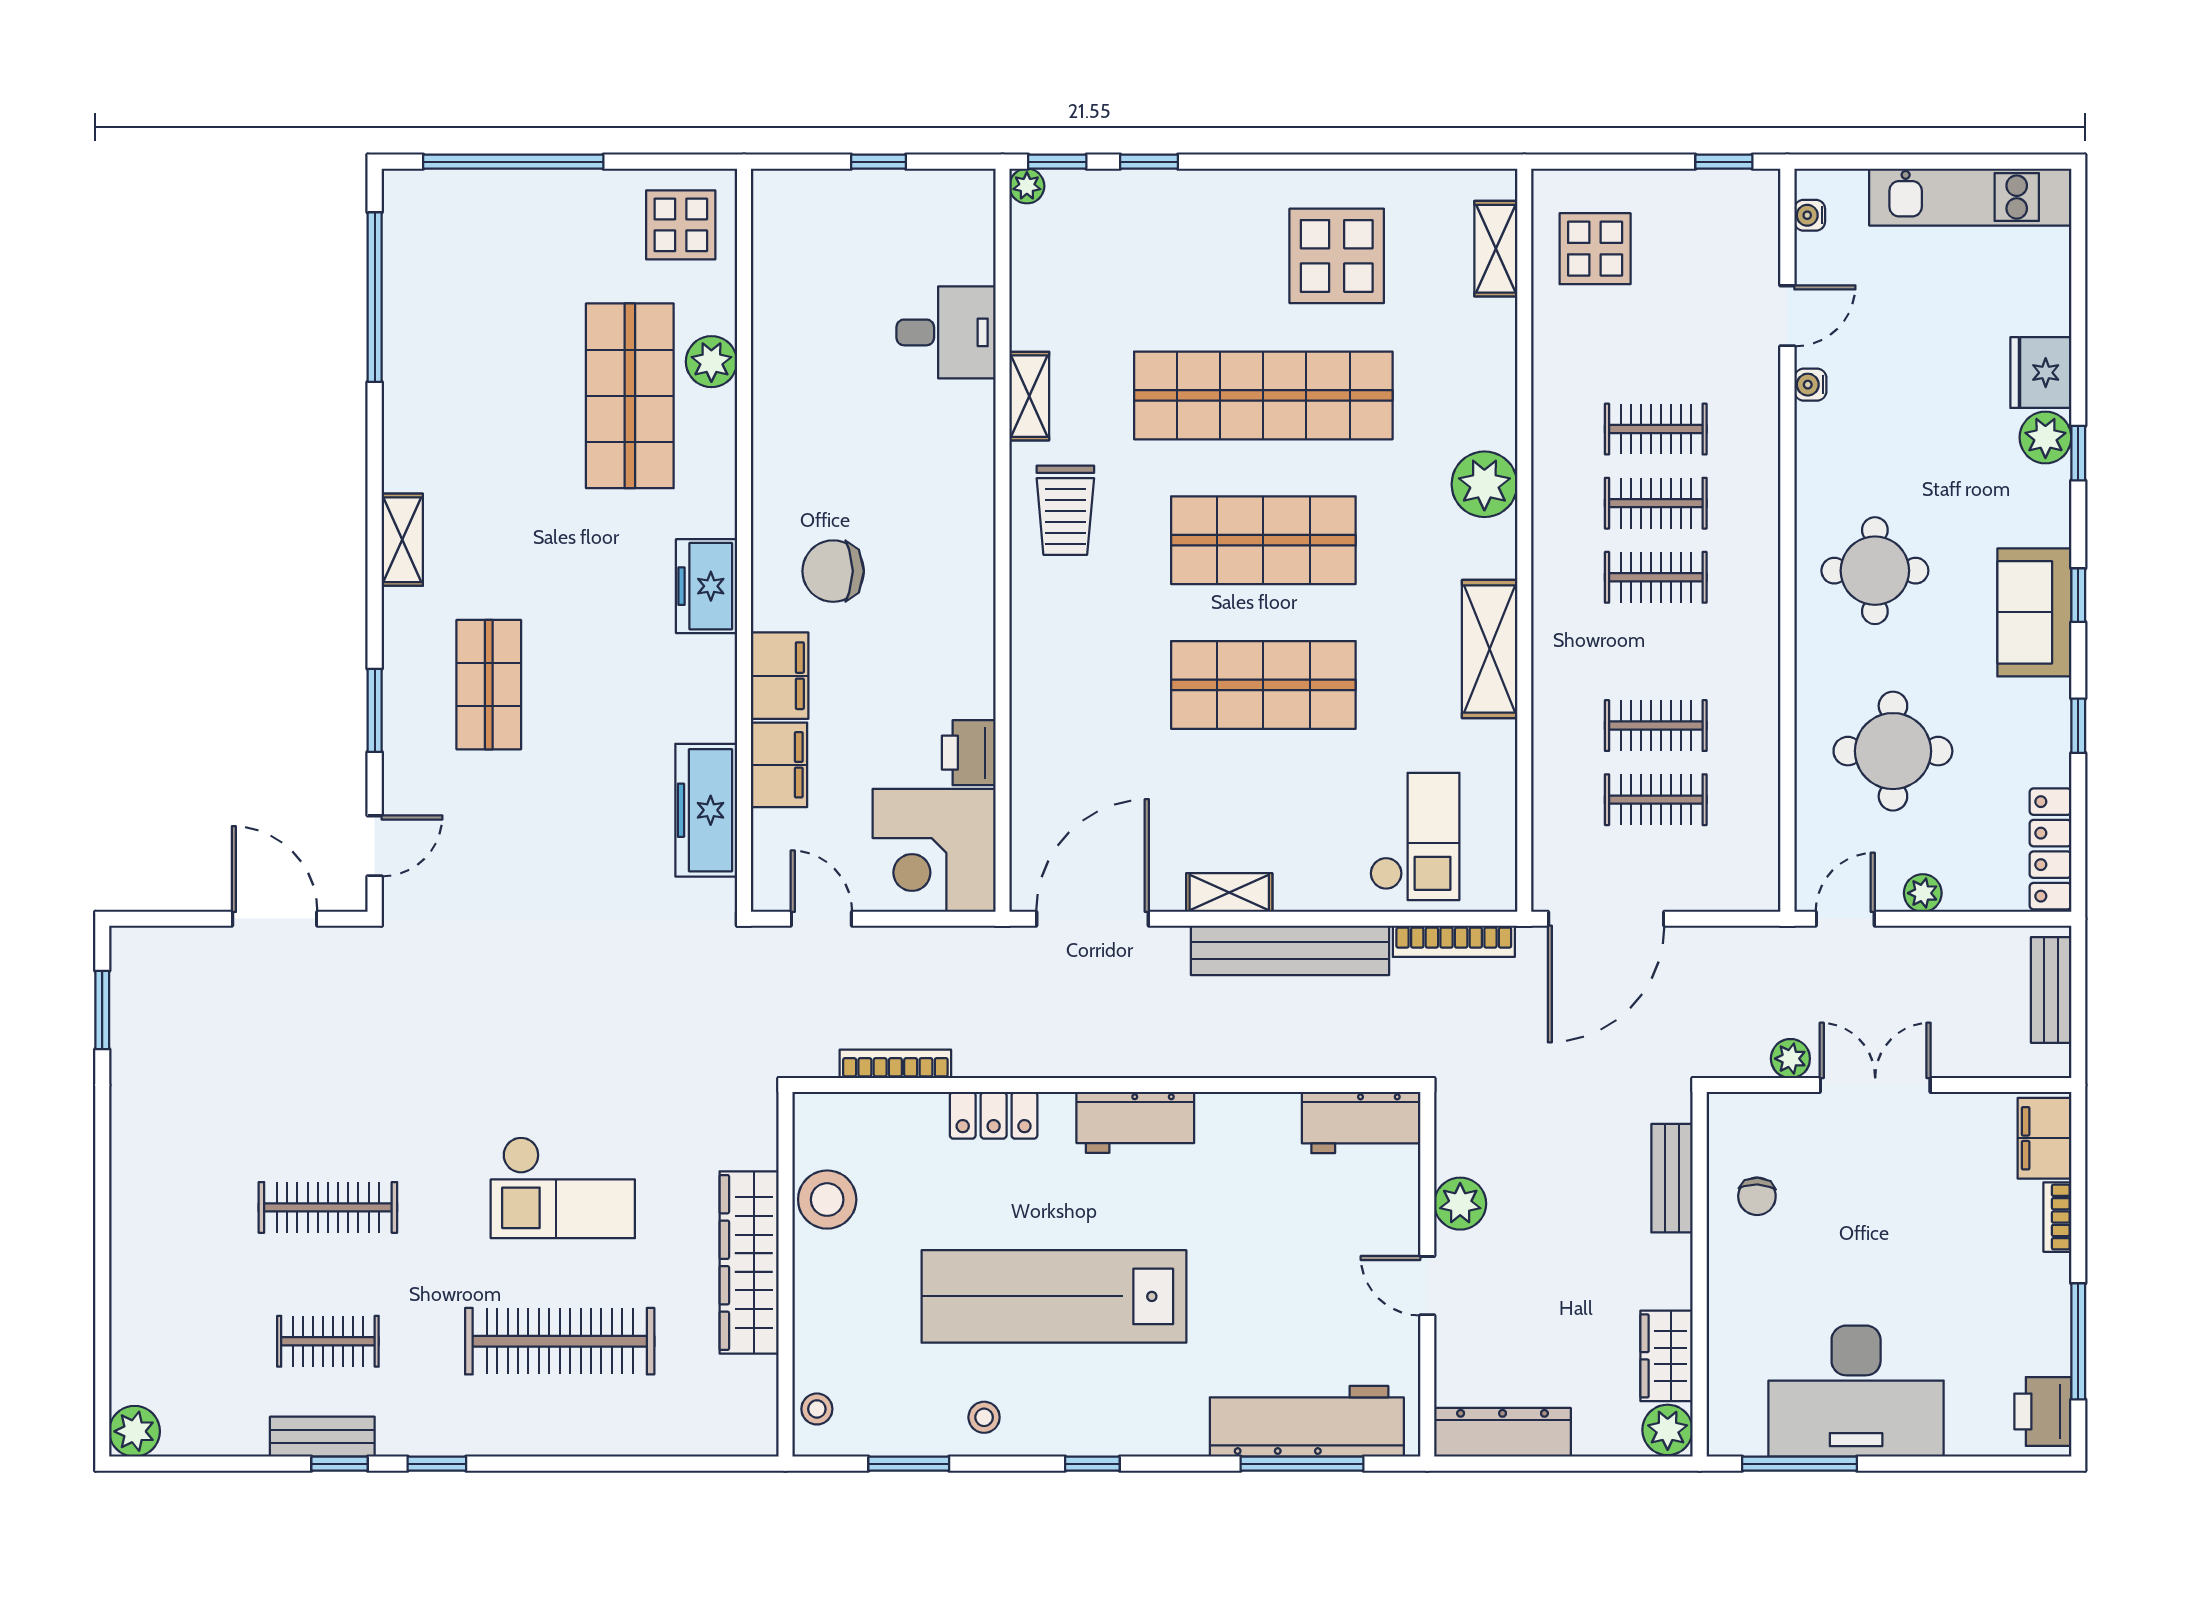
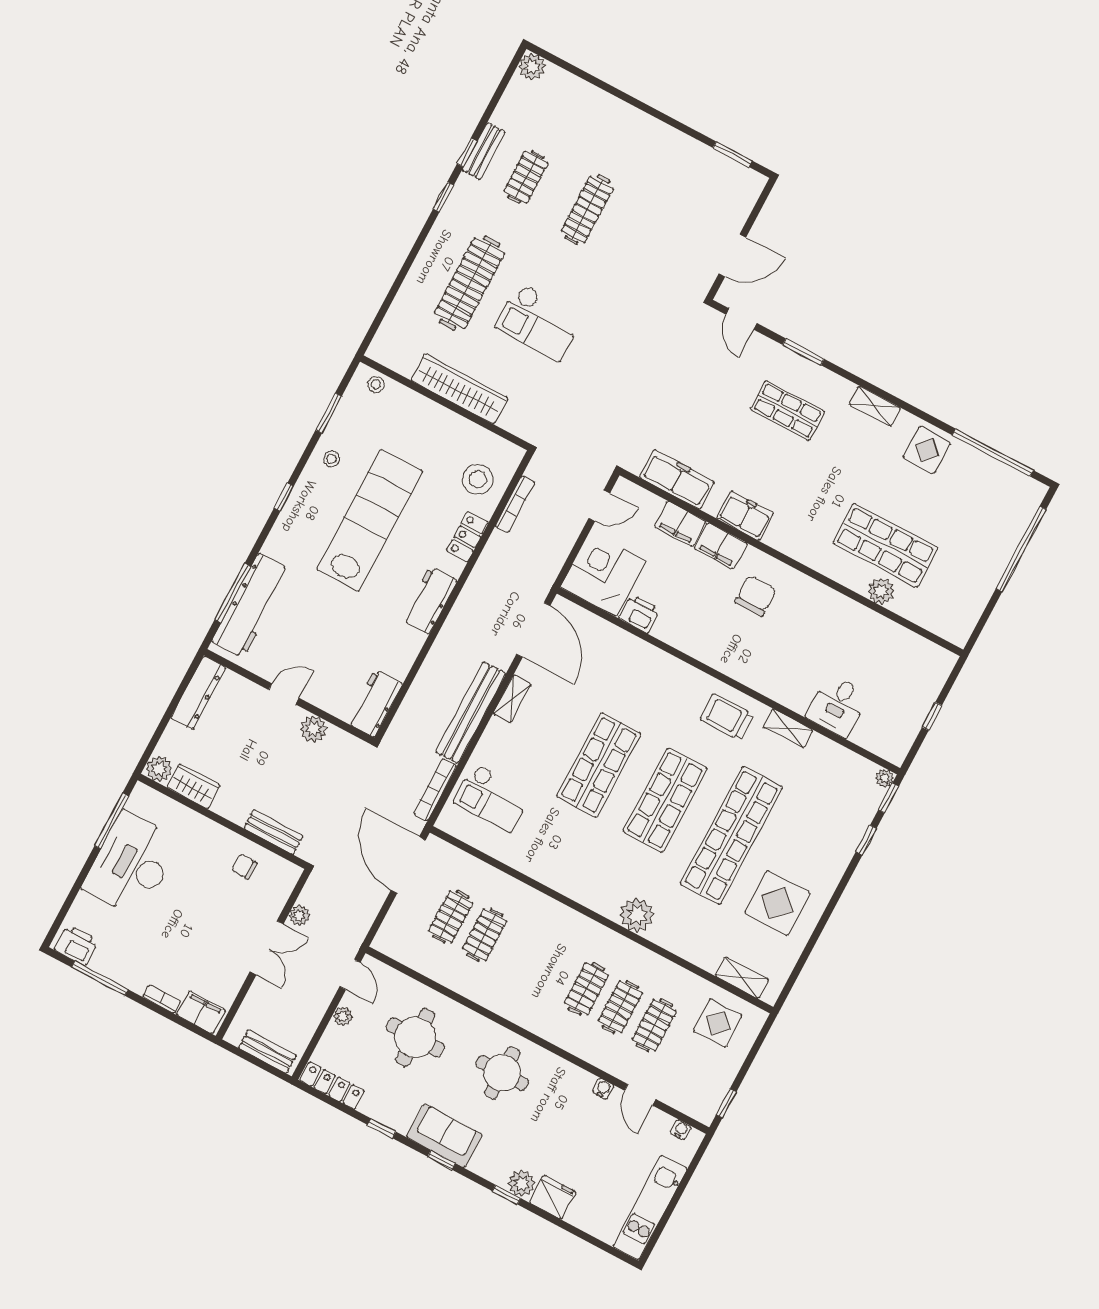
display table: (681, 225) -> (927, 450), moved
clothes rail: (1656, 577) -> (654, 1025), moved
freezer: (706, 586) -> (745, 516), moved
shelving: (1490, 649) -> (560, 877), removed
checkout: (563, 1188) -> (539, 322), turned -90
stool: (827, 1200) -> (478, 479), moved

